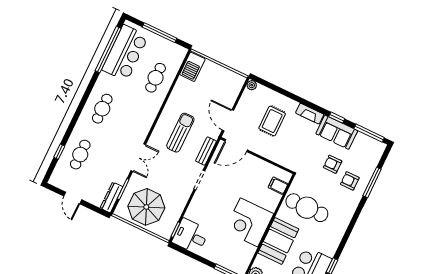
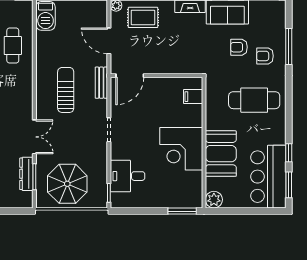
door: (228, 120) -> (109, 41), moved
rug: (272, 121) -> (143, 17), moved, turned 90
bench: (206, 151) -> (101, 83), moved
dresser: (111, 197) -> (26, 174), moved
cafe table: (307, 208) -> (254, 100), moved
desk: (191, 236) -> (128, 176), moved

